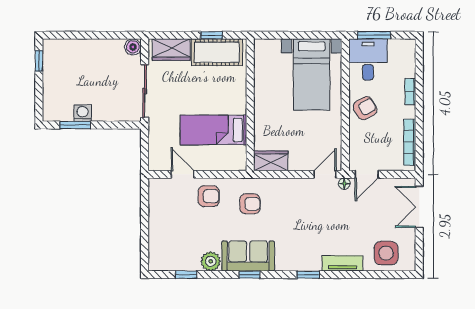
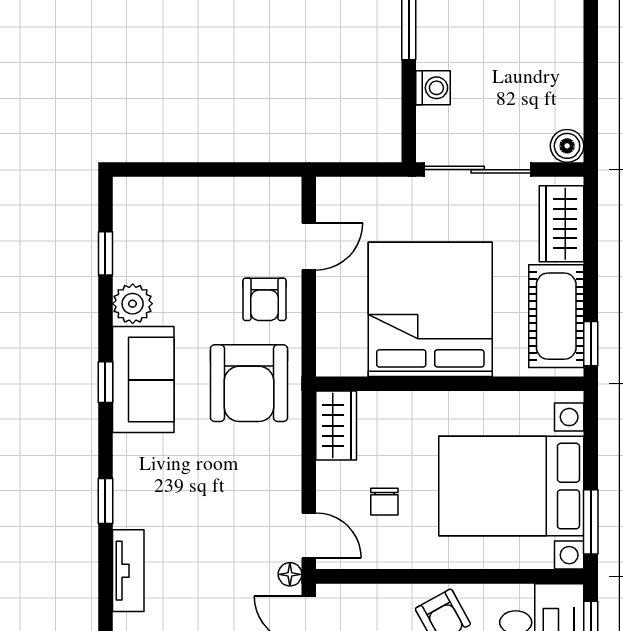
window: (212, 35) -> (591, 344), moved
window: (318, 35) -> (591, 522), added
bed with nightstands: (312, 74) -> (511, 486), width x1.36
washing machine: (83, 113) -> (433, 88), moved
bed: (214, 130) -> (430, 309), width x2.04
chair: (308, 137) -> (384, 502), added
armchair: (250, 204) -> (249, 383), width x1.88, depth x1.88

